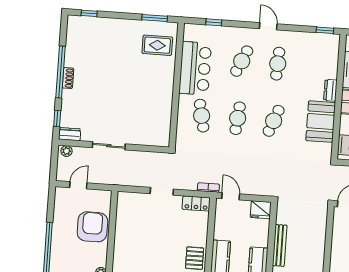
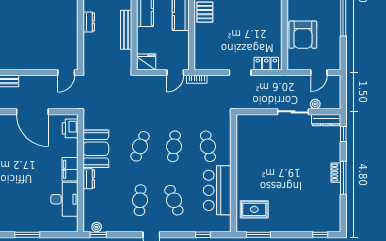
plant: (326, 39) -> (97, 227), added
cafe table: (242, 61) -> (174, 200), turned -45
window: (61, 72) -> (343, 178), width x0.68
dresser: (70, 134) -> (326, 120), width x1.44
plant: (66, 151) -> (315, 104), moved
door: (231, 196) -> (175, 73), hinge flipped
locker: (196, 204) -> (266, 64), moved
dresser: (319, 257) -> (89, 22), added

